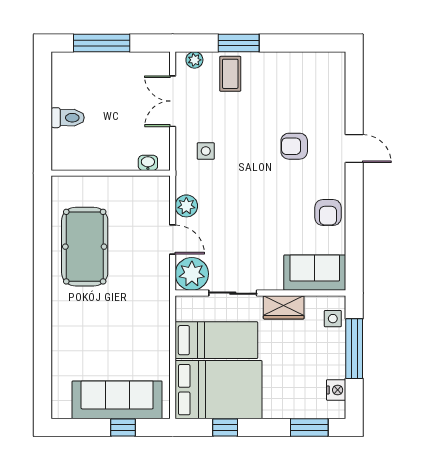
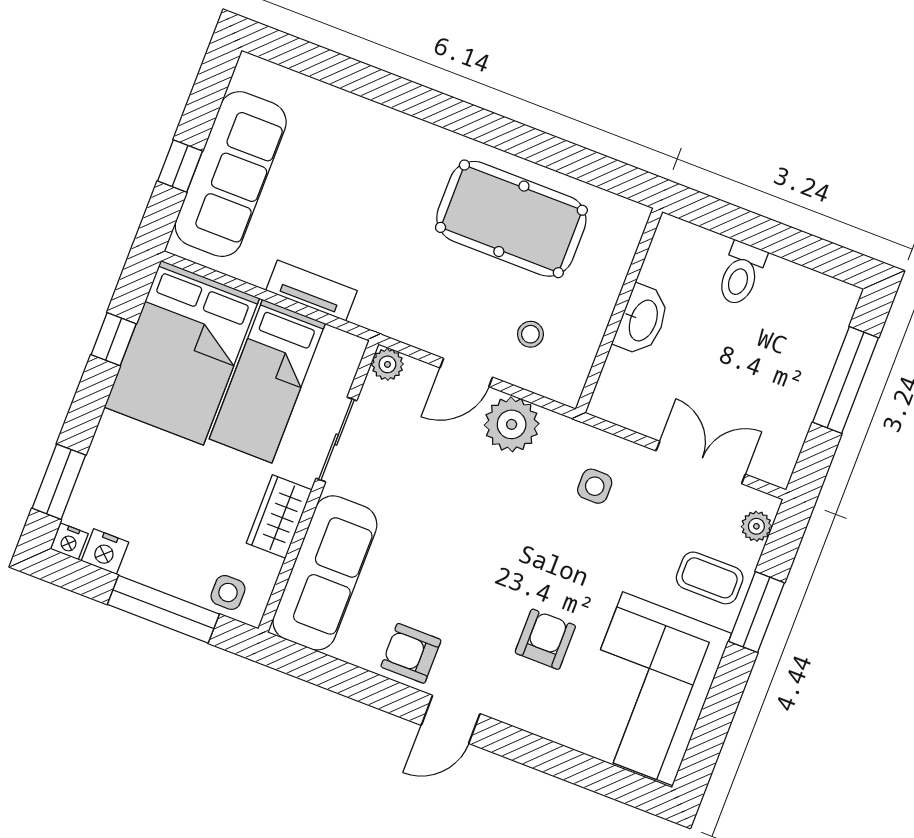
corner sofa: (299, 84) -> (648, 689), added
door: (354, 149) -> (451, 719), moved
washbasin: (148, 163) -> (642, 320), moved, width x1.91, depth x1.45
plant: (186, 206) -> (512, 424), width x1.36, depth x1.36
stool: (140, 214) -> (530, 334), added
sofa: (315, 273) -> (325, 573), width x1.36
plant: (192, 274) -> (387, 364), width x0.53, depth x0.53
tv unit: (161, 335) -> (311, 291), added
nightstand: (338, 410) -> (69, 541), added

